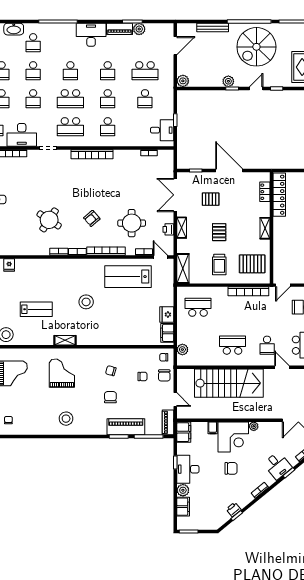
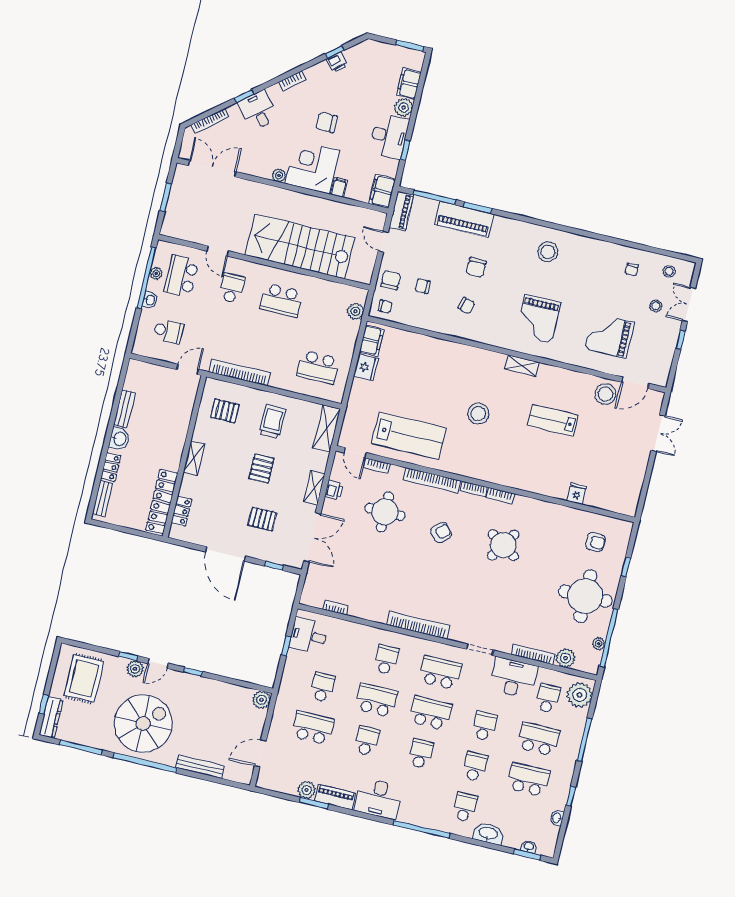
plant: (228, 81) -> (135, 669), moved
school desk: (108, 99) -> (376, 700), width x1.85
pallet: (252, 264) -> (225, 411), width x0.67, depth x0.71

